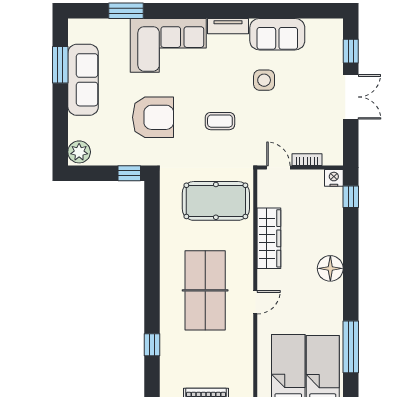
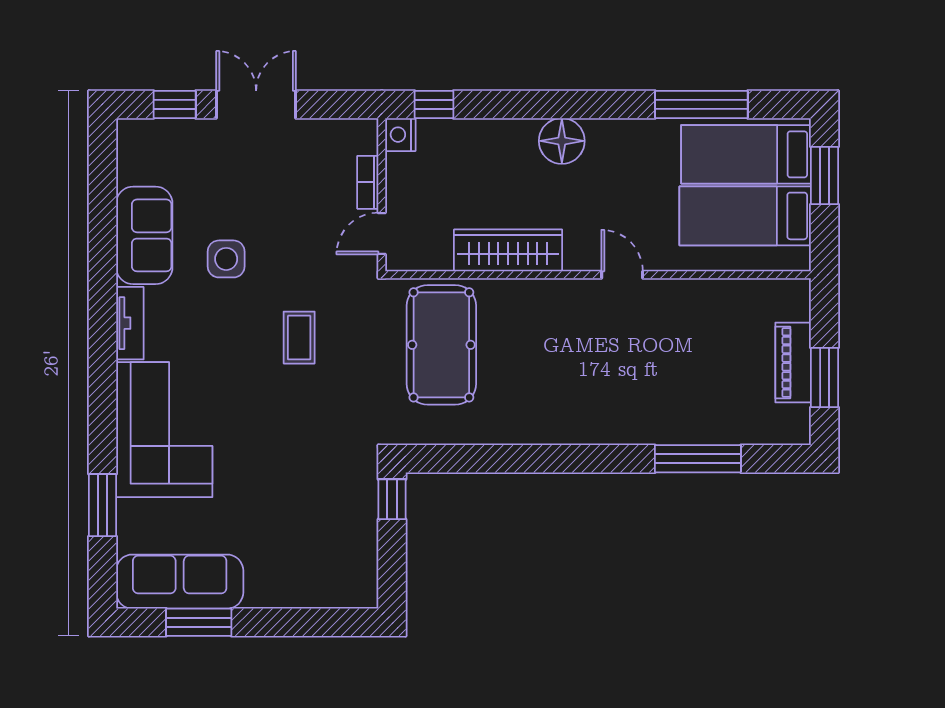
sofa: (83, 80) -> (180, 582), moved
armchair: (153, 117) -> (292, 457), removed
plant: (79, 152) -> (354, 589), removed
table tennis table: (205, 290) -> (601, 364), removed
window: (152, 345) -> (698, 459), width x2.17

